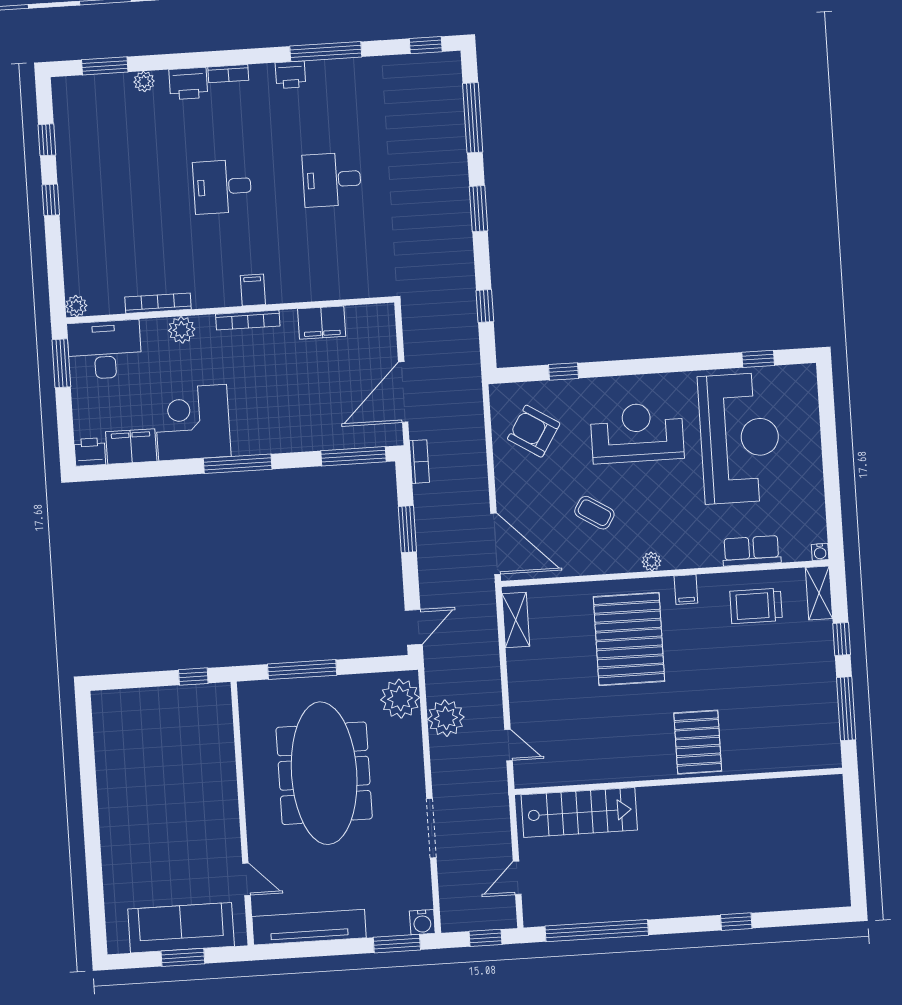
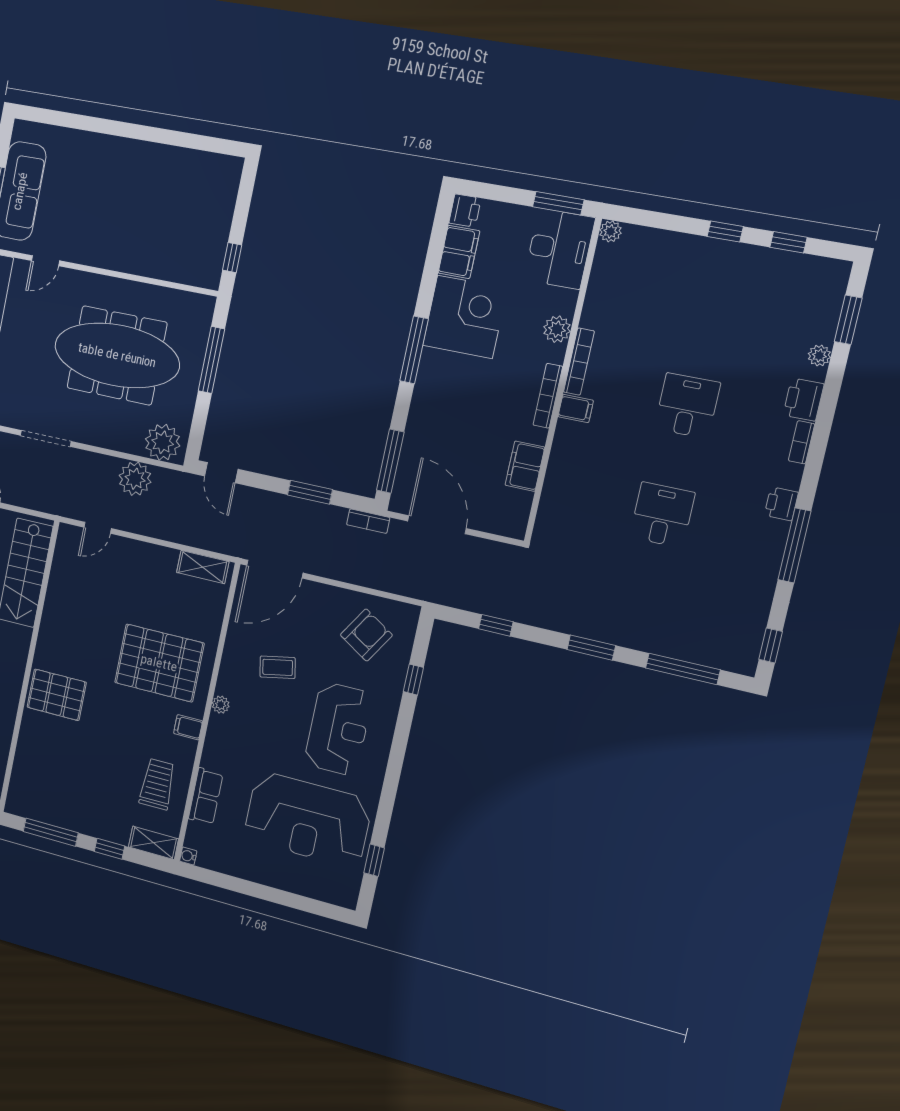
bookcase: (158, 303) -> (579, 362), moved
coffee table: (594, 513) -> (278, 667), turned 47

